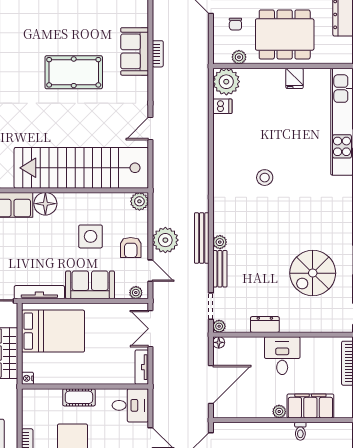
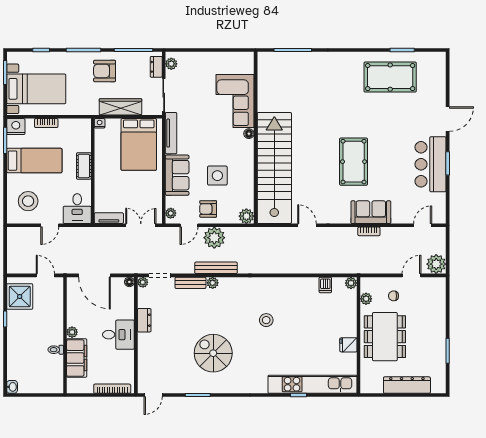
plant: (226, 82) -> (351, 283), width x0.53, depth x0.53
floor lamp: (45, 204) -> (249, 134), width x0.53, depth x0.53
spiral stairs: (313, 273) -> (213, 353), moved

